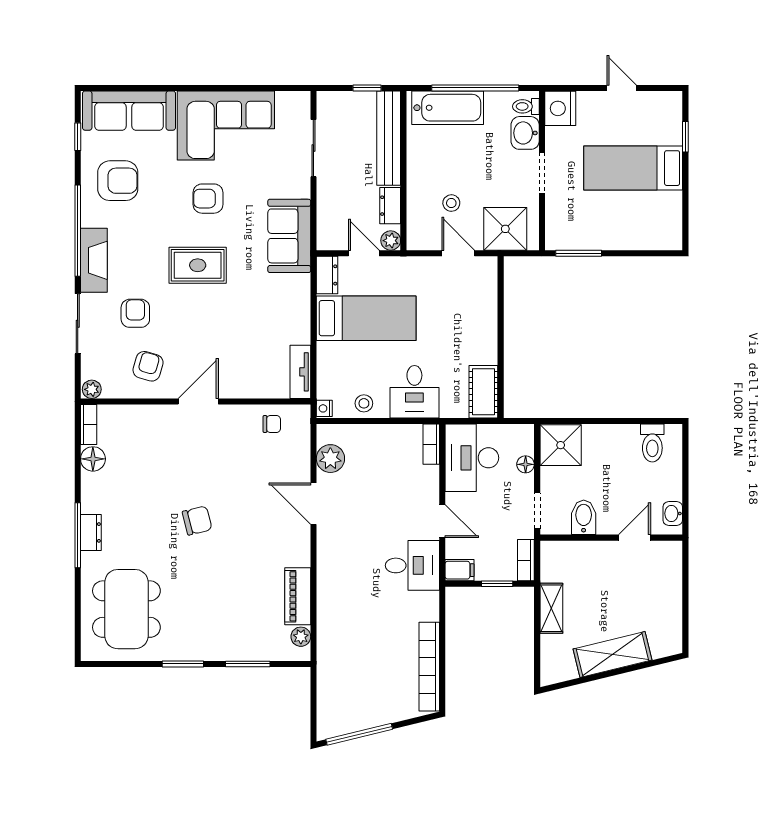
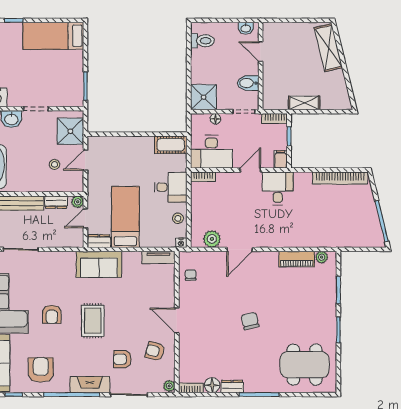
bed: (633, 168) -> (53, 36), moved, turned 90
sofa: (289, 236) -> (99, 264), moved
dresser: (91, 532) -> (232, 386), moved
shelving: (612, 655) -> (328, 48), moved

